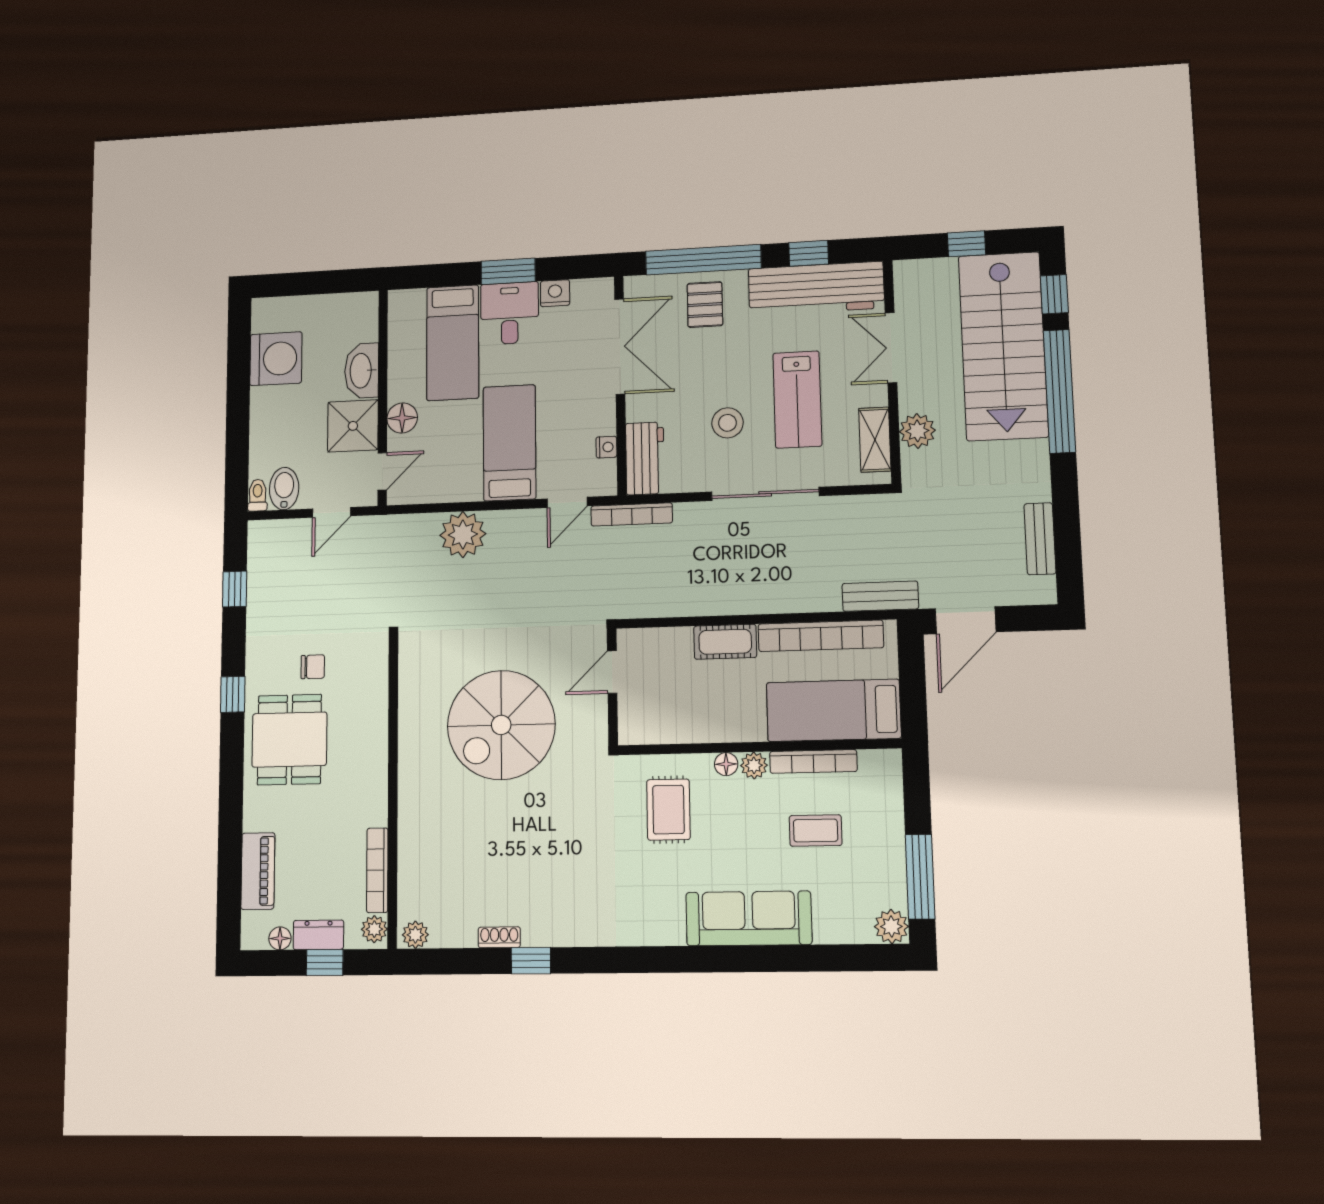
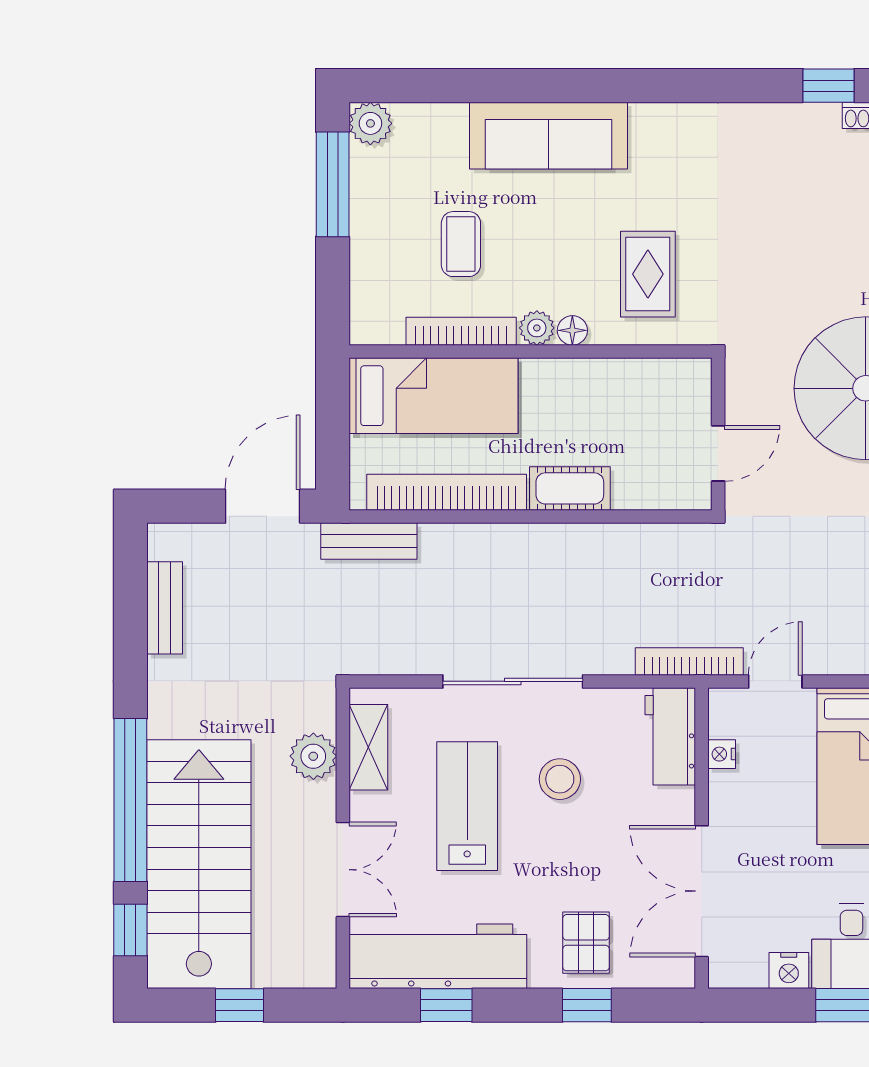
window: (703, 260) -> (587, 1005), width x0.32
coffee table: (816, 831) -> (461, 244), turned 90

